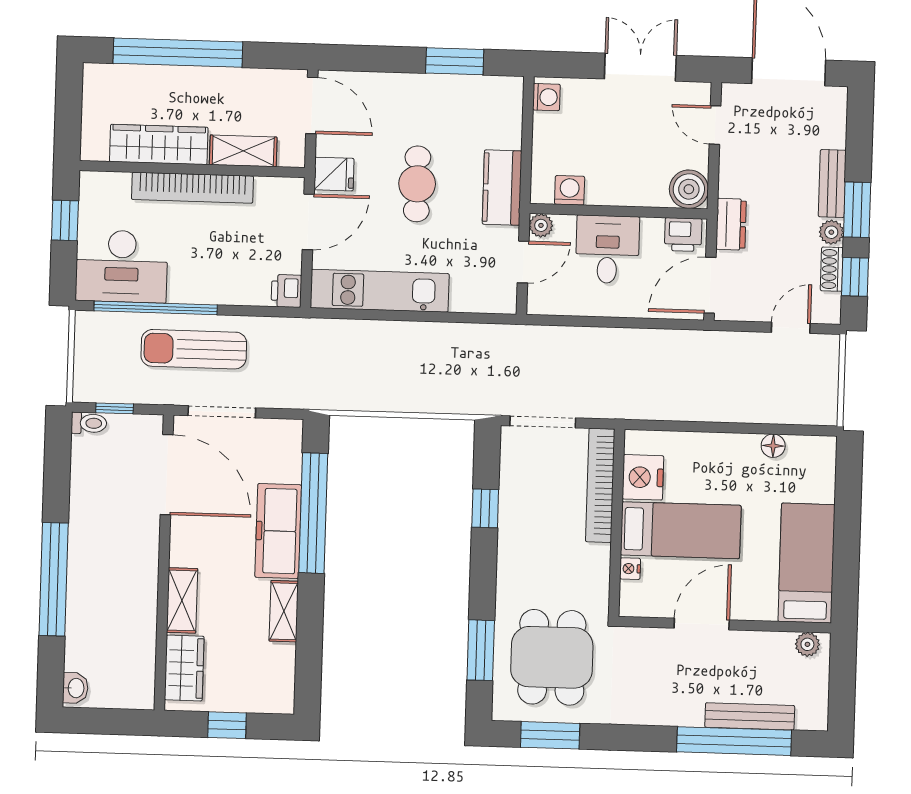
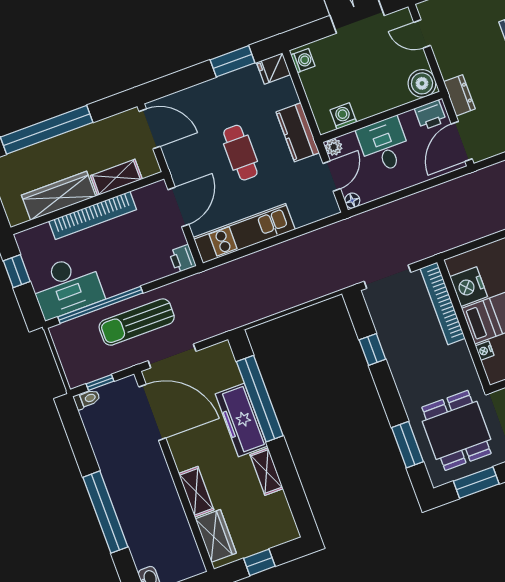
fridge: (334, 174) -> (274, 68), moved, turned 180
floor lamp: (537, 305) -> (352, 201), added

